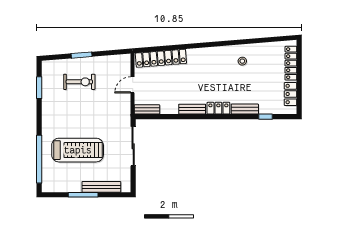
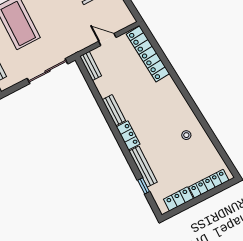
bench: (245, 109) -> (143, 167), width x1.36

